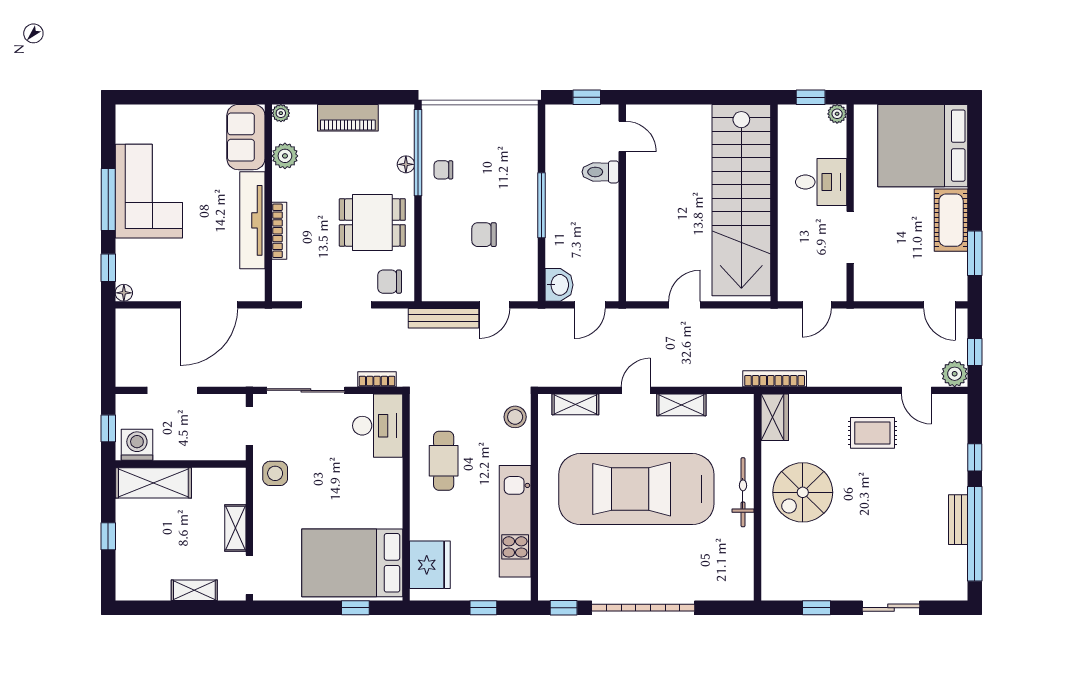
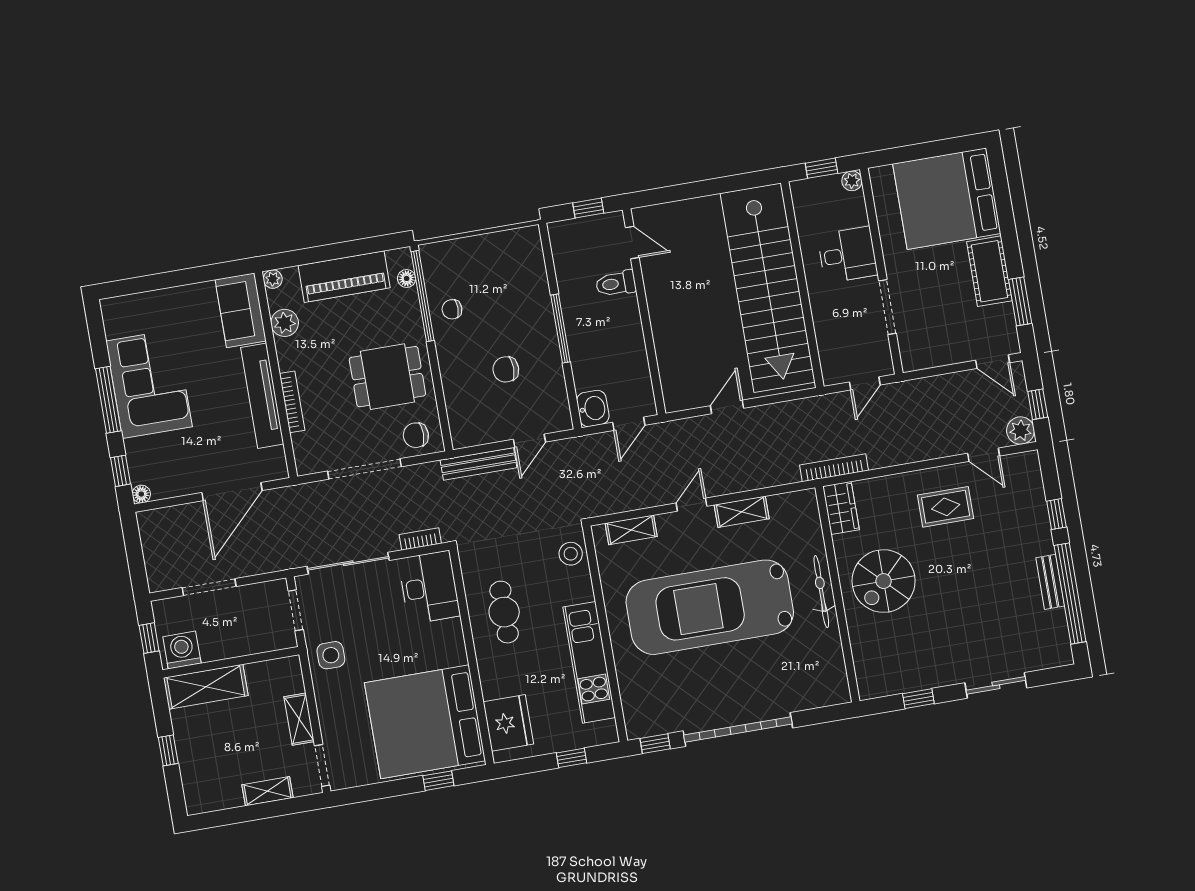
piano: (348, 118) -> (344, 277), width x1.37, depth x1.33
floor lamp: (406, 164) -> (407, 278), moved
bed: (352, 563) -> (425, 722), width x1.36

